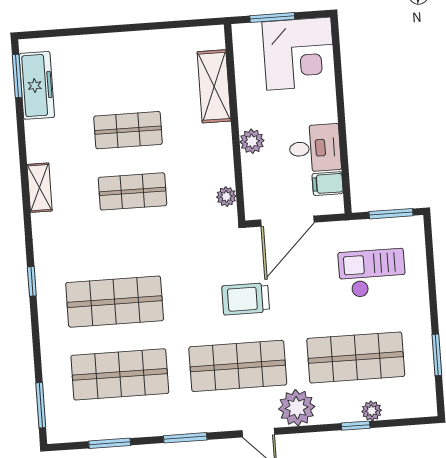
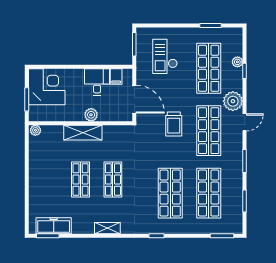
shelving: (214, 86) -> (83, 133), moved
plant: (226, 197) -> (35, 130), moved

